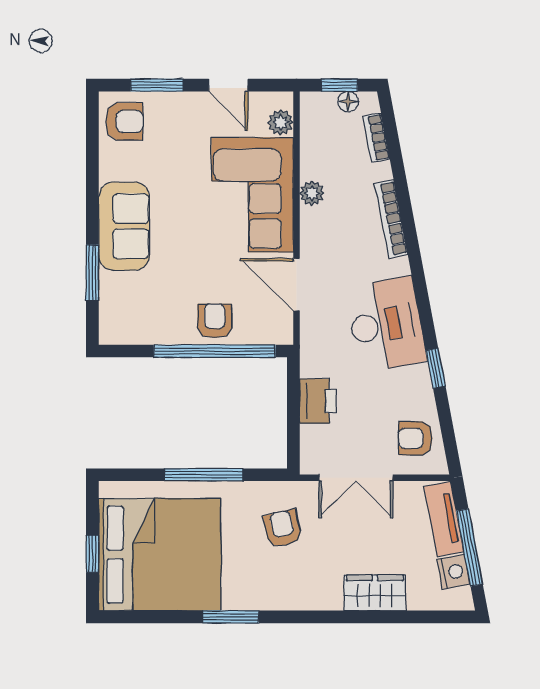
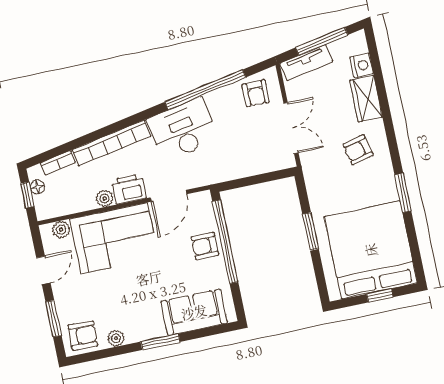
armchair: (124, 121) -> (83, 335), turned 92
plant: (111, 168) -> (116, 338), added
bookcase: (391, 219) -> (111, 143), width x1.48, depth x1.31
sofa: (124, 226) -> (194, 312), moved
window: (92, 273) -> (160, 342), moved
window: (436, 368) -> (205, 90), width x3.17
printer: (318, 401) -> (129, 189), moved
window: (204, 475) -> (310, 231), width x0.69
armchair: (283, 528) -> (358, 150), moved
nightstand: (453, 572) -> (362, 65), moved, turned 101

